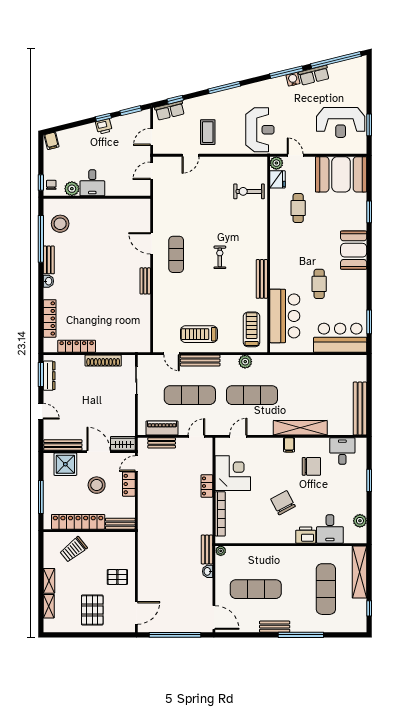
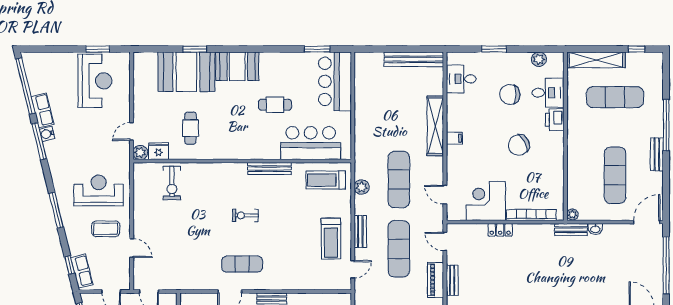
reception desk: (260, 130) -> (99, 190), moved
booth: (341, 174) -> (186, 72), moved, turned 90
cafe table: (298, 208) -> (190, 128), turned 90
bench: (200, 361) -> (360, 231), width x0.73
chair: (311, 466) -> (510, 94), moved, turned -90

